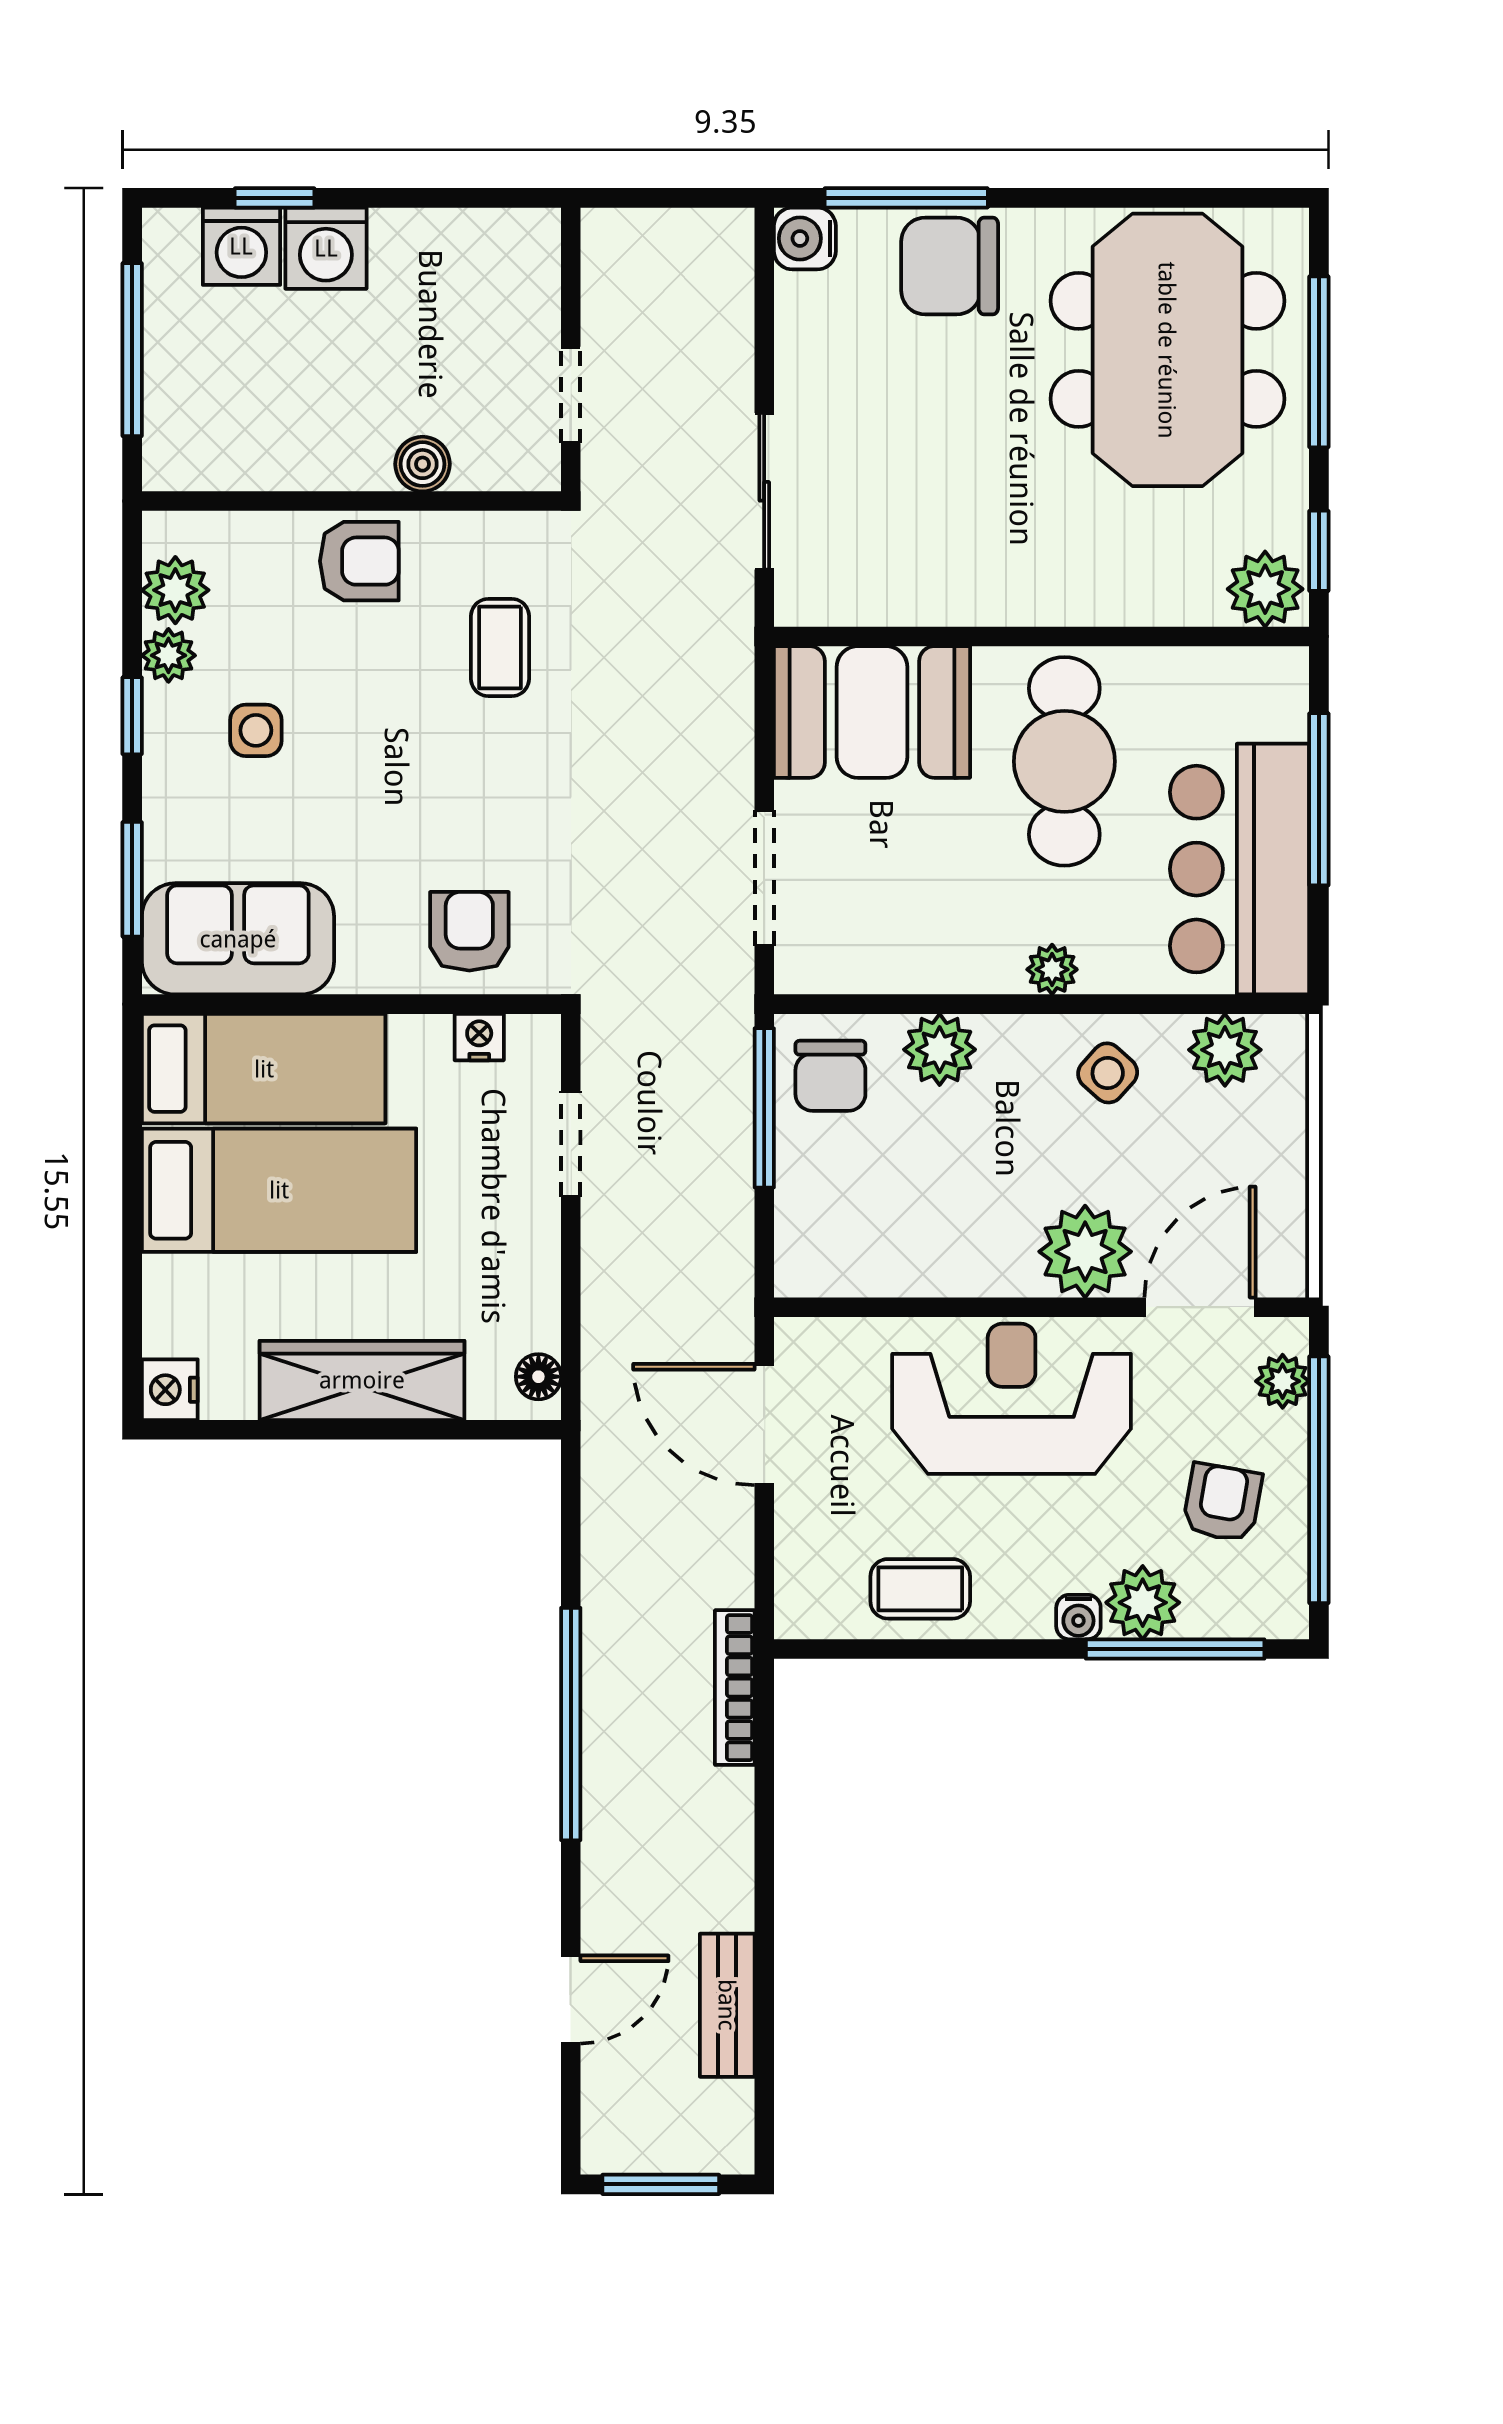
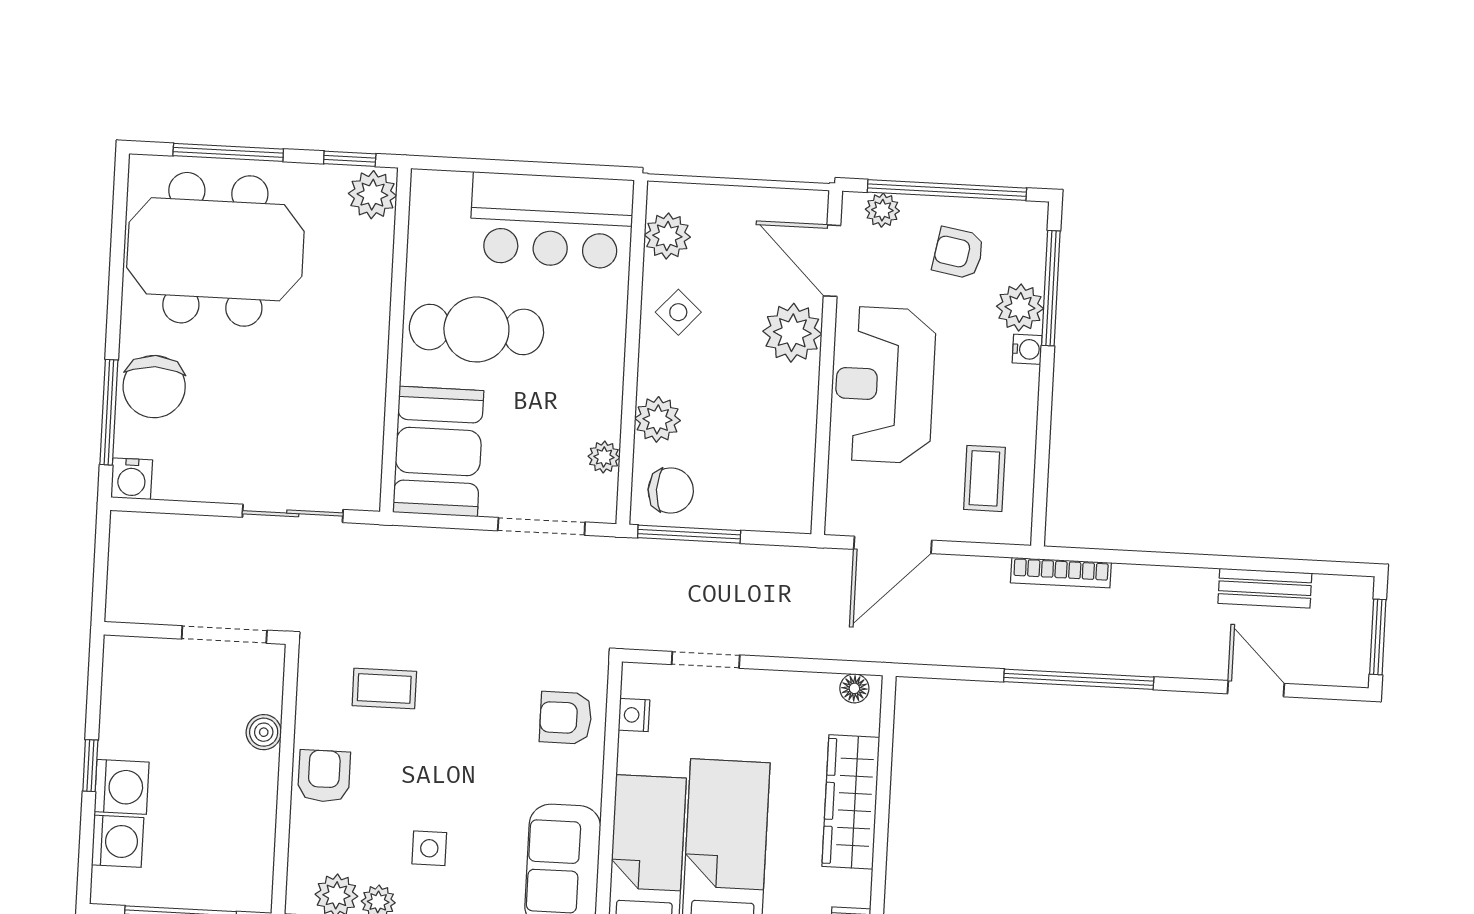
window: (275, 198) -> (90, 766), moved
doorway: (571, 395) -> (224, 635), width x1.38
window: (1319, 799) -> (509, 167), removed
plant: (1052, 969) -> (604, 457), moved
coffee table: (920, 1589) -> (984, 478), moved

